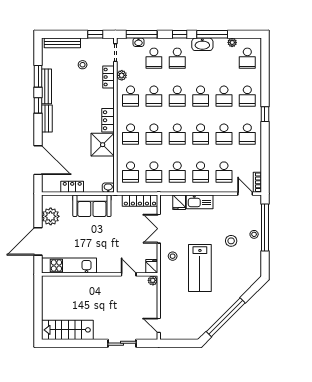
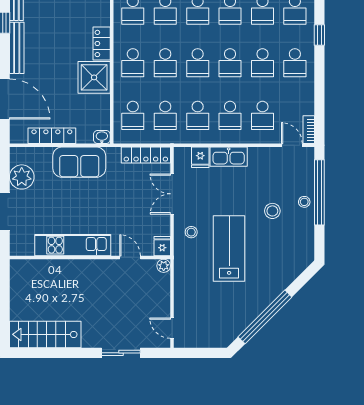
bench: (47, 118) -> (17, 48), width x1.36
locker: (72, 187) -> (52, 136), width x1.53
kitchen unit: (69, 266) -> (73, 245), moved
lab bench: (200, 268) -> (229, 248), turned 180

